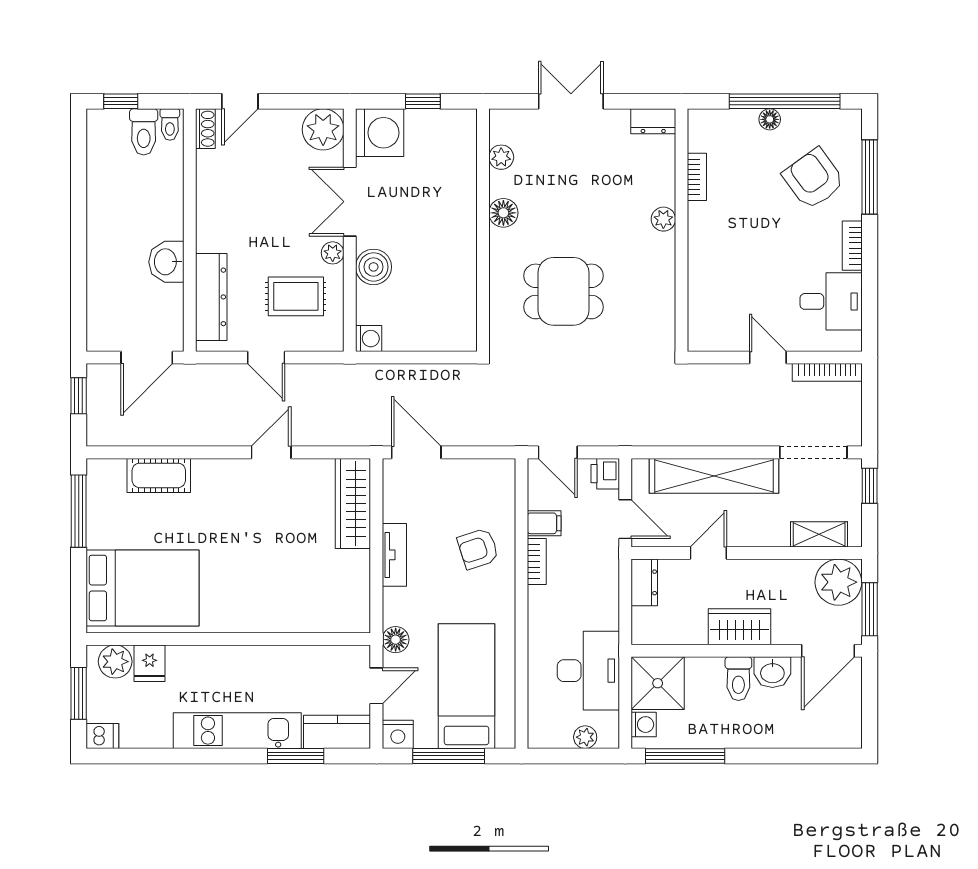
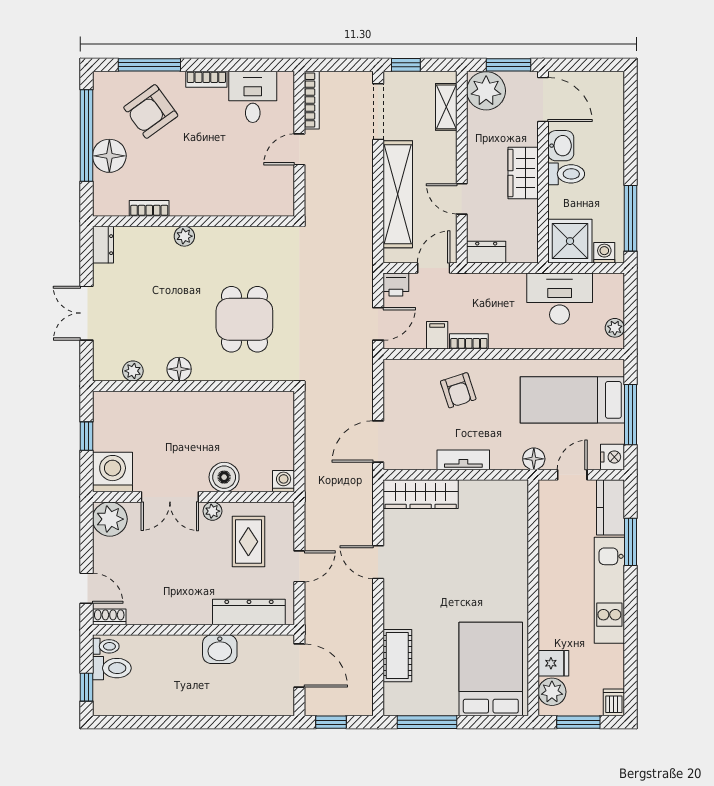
floor lamp: (770, 119) -> (109, 156), width x1.89, depth x1.89
door: (376, 686) -> (572, 475), hinge flipped
plant: (585, 737) -> (615, 328), moved

